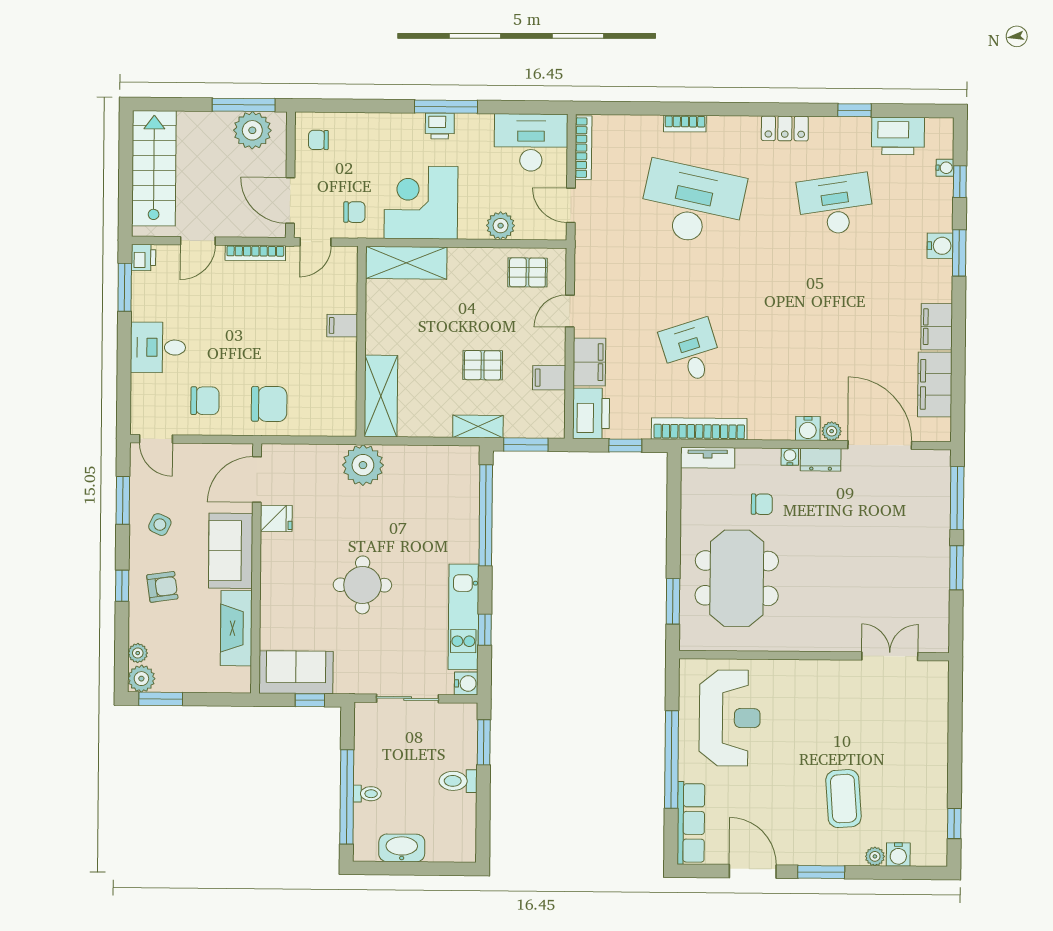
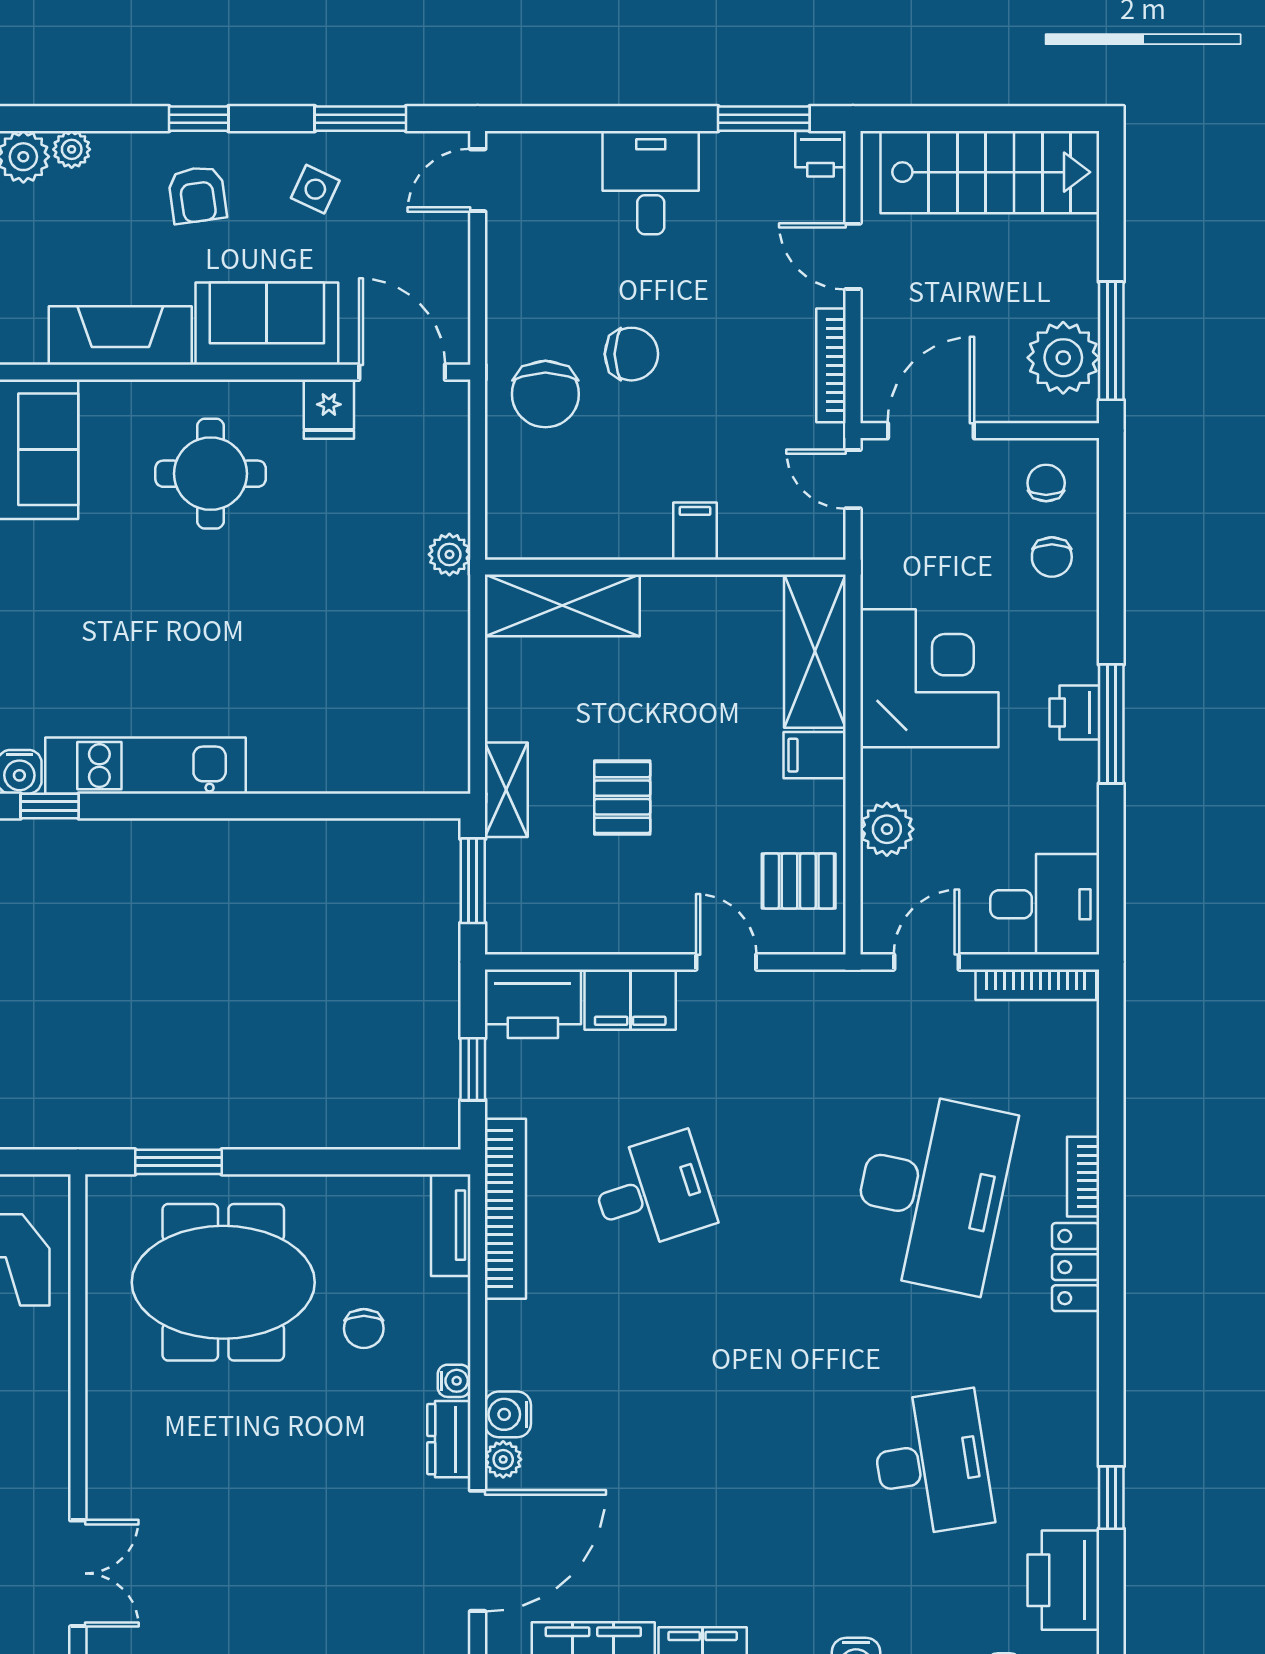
locker: (785, 128) -> (1076, 1267), moved
desk: (531, 142) -> (1045, 904), width x0.73
chair: (354, 212) -> (1052, 557), moved
pallet: (527, 272) -> (799, 881), turned 90
filing cabinet: (549, 378) -> (815, 755), moved, turned -90
chair: (205, 401) -> (631, 354), moved, turned -90
plant: (363, 465) -> (449, 554), width x0.53, depth x0.53
window: (486, 515) -> (338, 806), removed
round table: (362, 585) -> (211, 474), moved
window: (485, 630) -> (50, 806), moved

